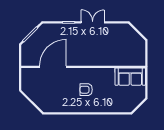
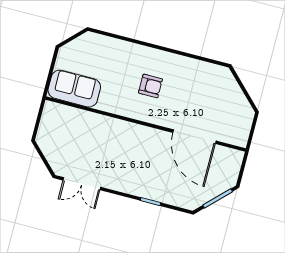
double door: (93, 22) -> (82, 184), moved
door: (53, 67) -> (194, 137), hinge flipped

